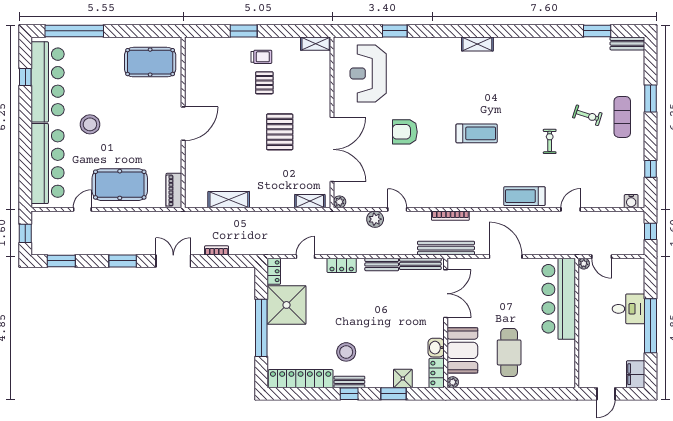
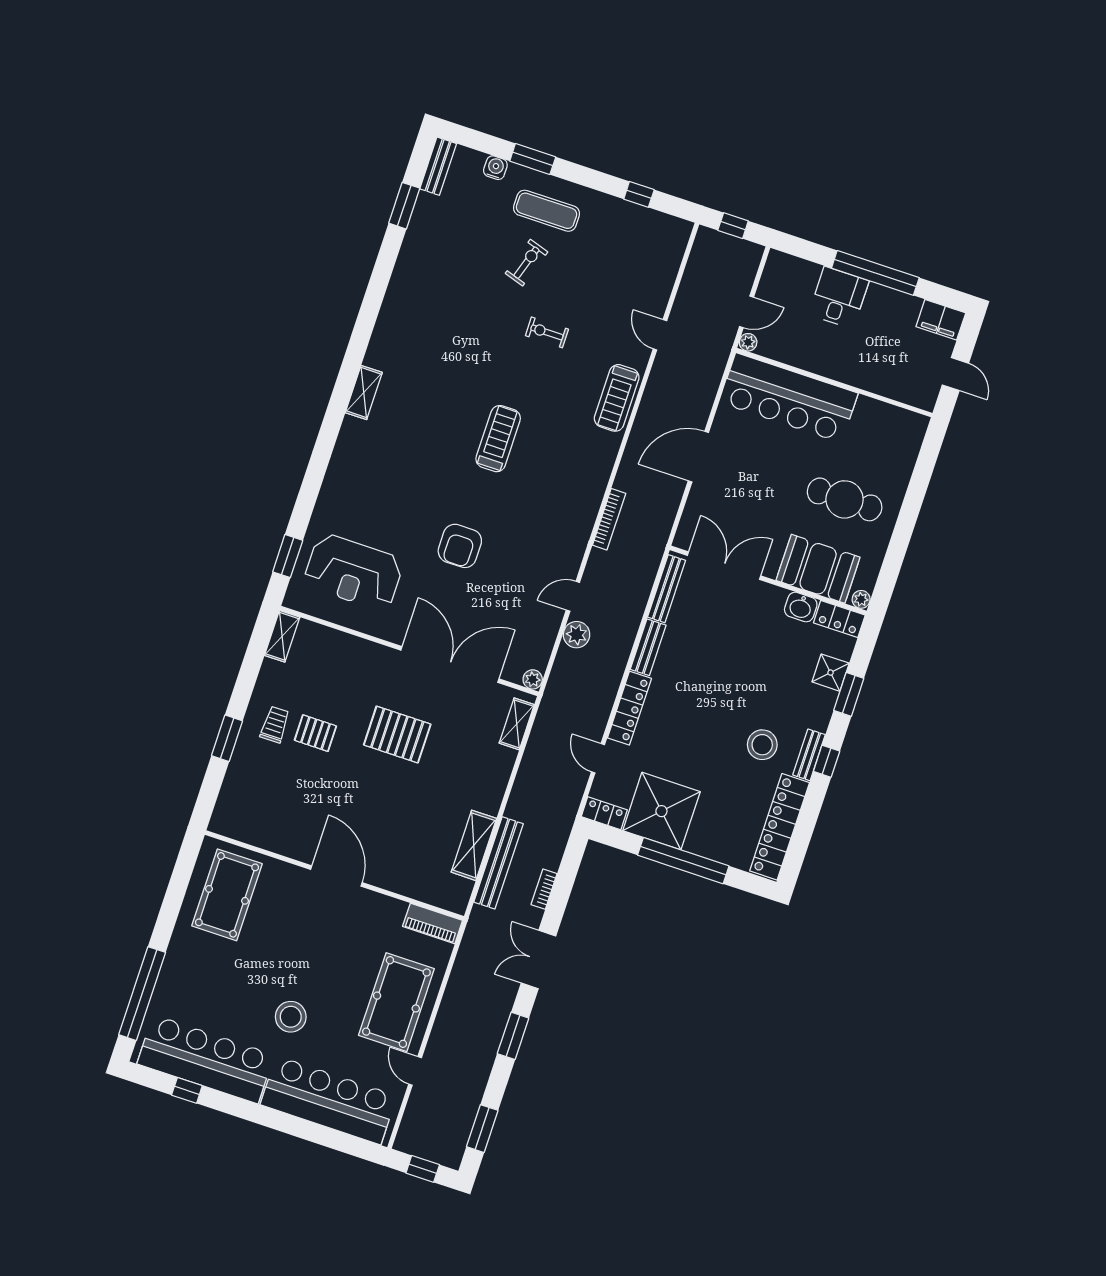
window: (395, 31) -> (288, 556), moved
water cooler: (631, 201) -> (495, 168), moved, turned -90
bench: (446, 248) -> (498, 863), moved
locker: (342, 265) -> (629, 708), width x1.53

